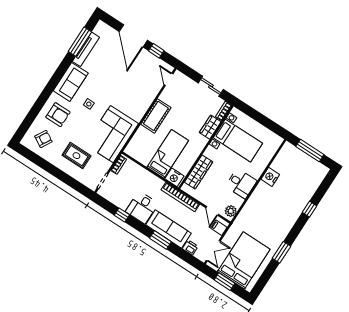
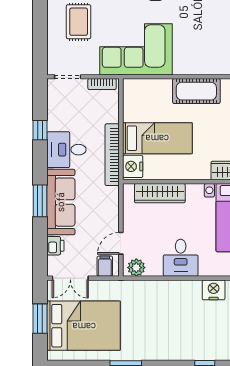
bookcase: (180, 197) -> (112, 155), moved

